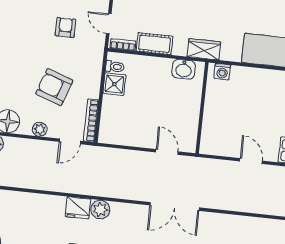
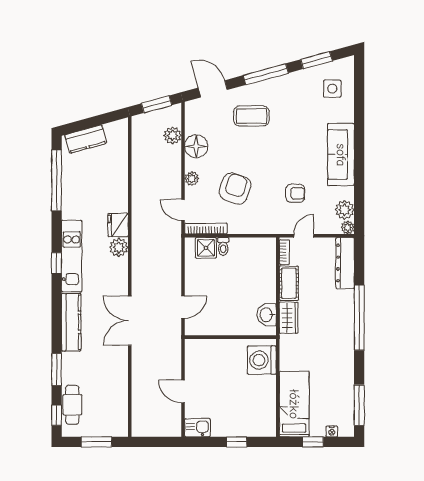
wardrobe: (204, 49) -> (289, 318), moved
toilet: (115, 67) -> (223, 246), moved
washing machine: (222, 72) -> (262, 360), width x1.89, depth x1.89
shower: (114, 84) -> (206, 248), moved
door: (251, 161) -> (183, 391), swing flipped

